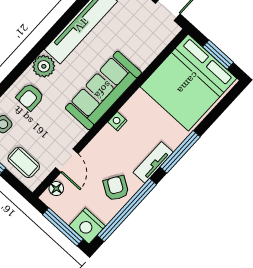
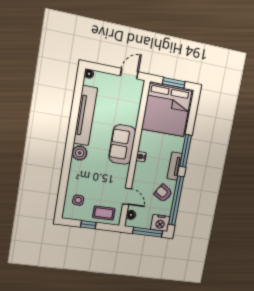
sofa: (103, 90) -> (122, 145), width x0.73
armchair: (30, 97) -> (83, 175), removed

